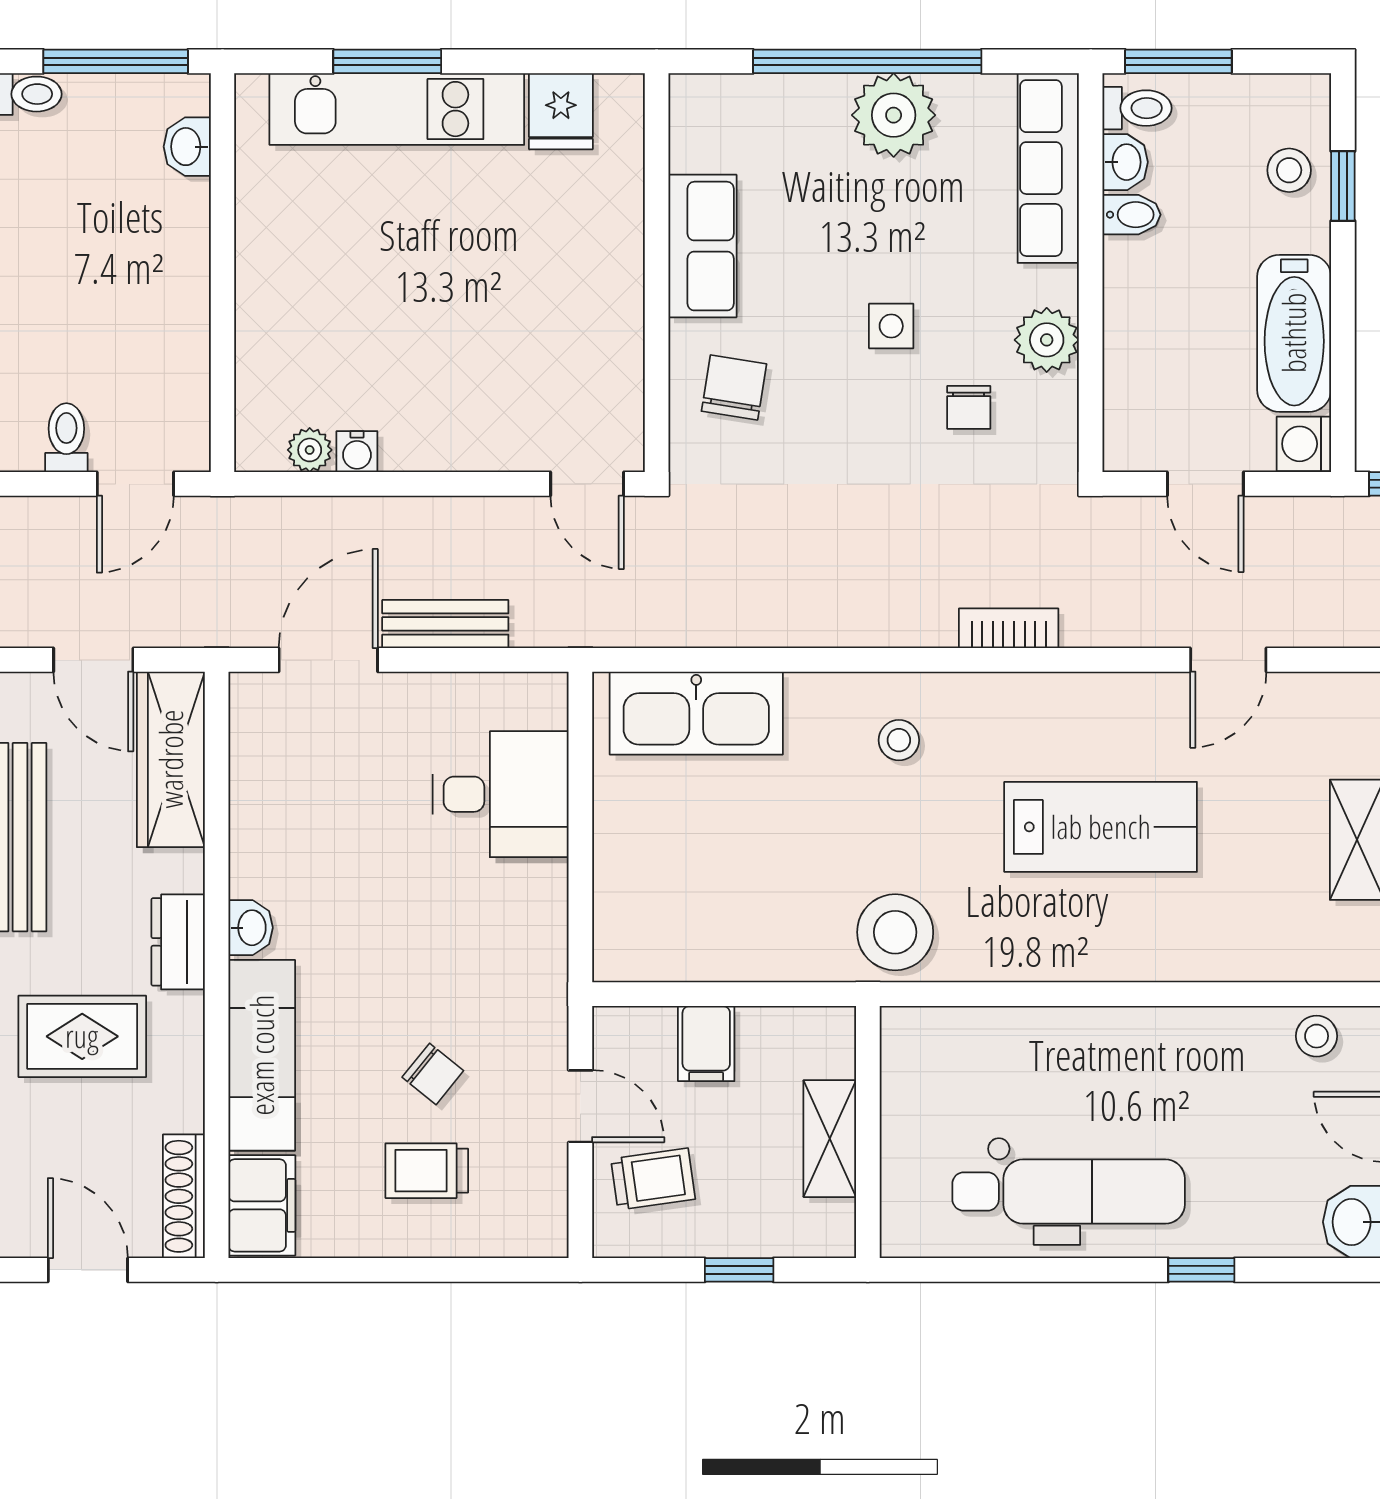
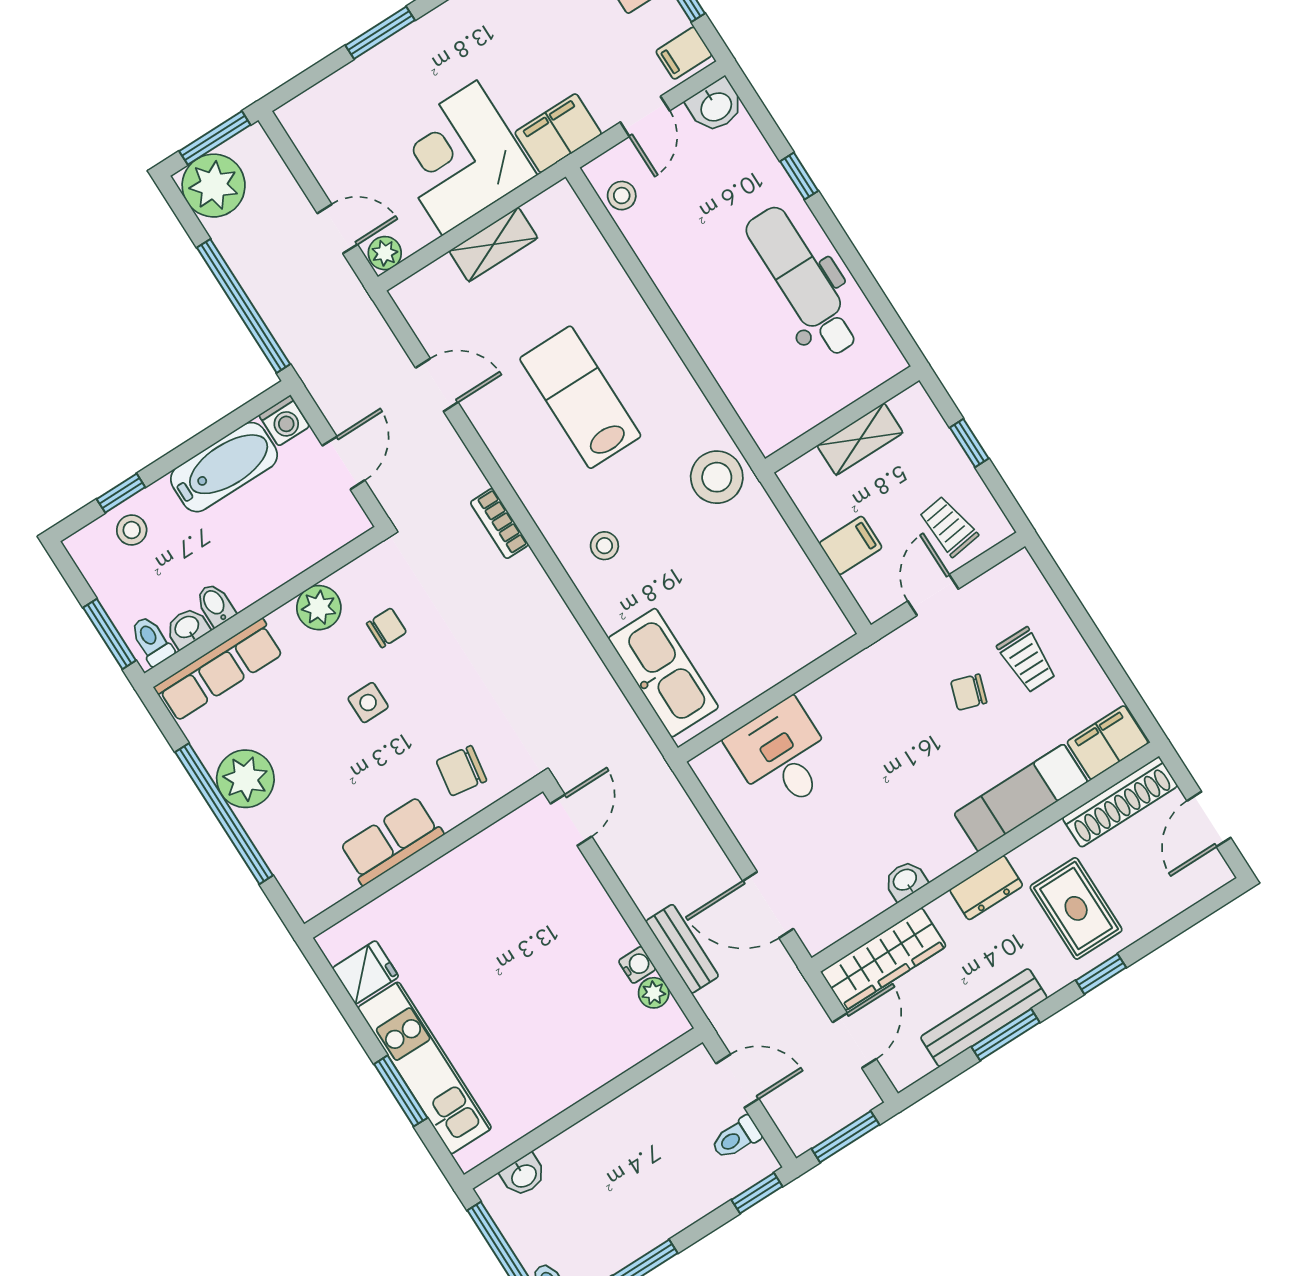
bench: (445, 624) -> (682, 949), moved
washbasin: (251, 928) -> (905, 880), moved
chair: (433, 1074) -> (969, 692), turned -111
shoe rack: (184, 1196) -> (1120, 802), width x1.36, depth x1.24

